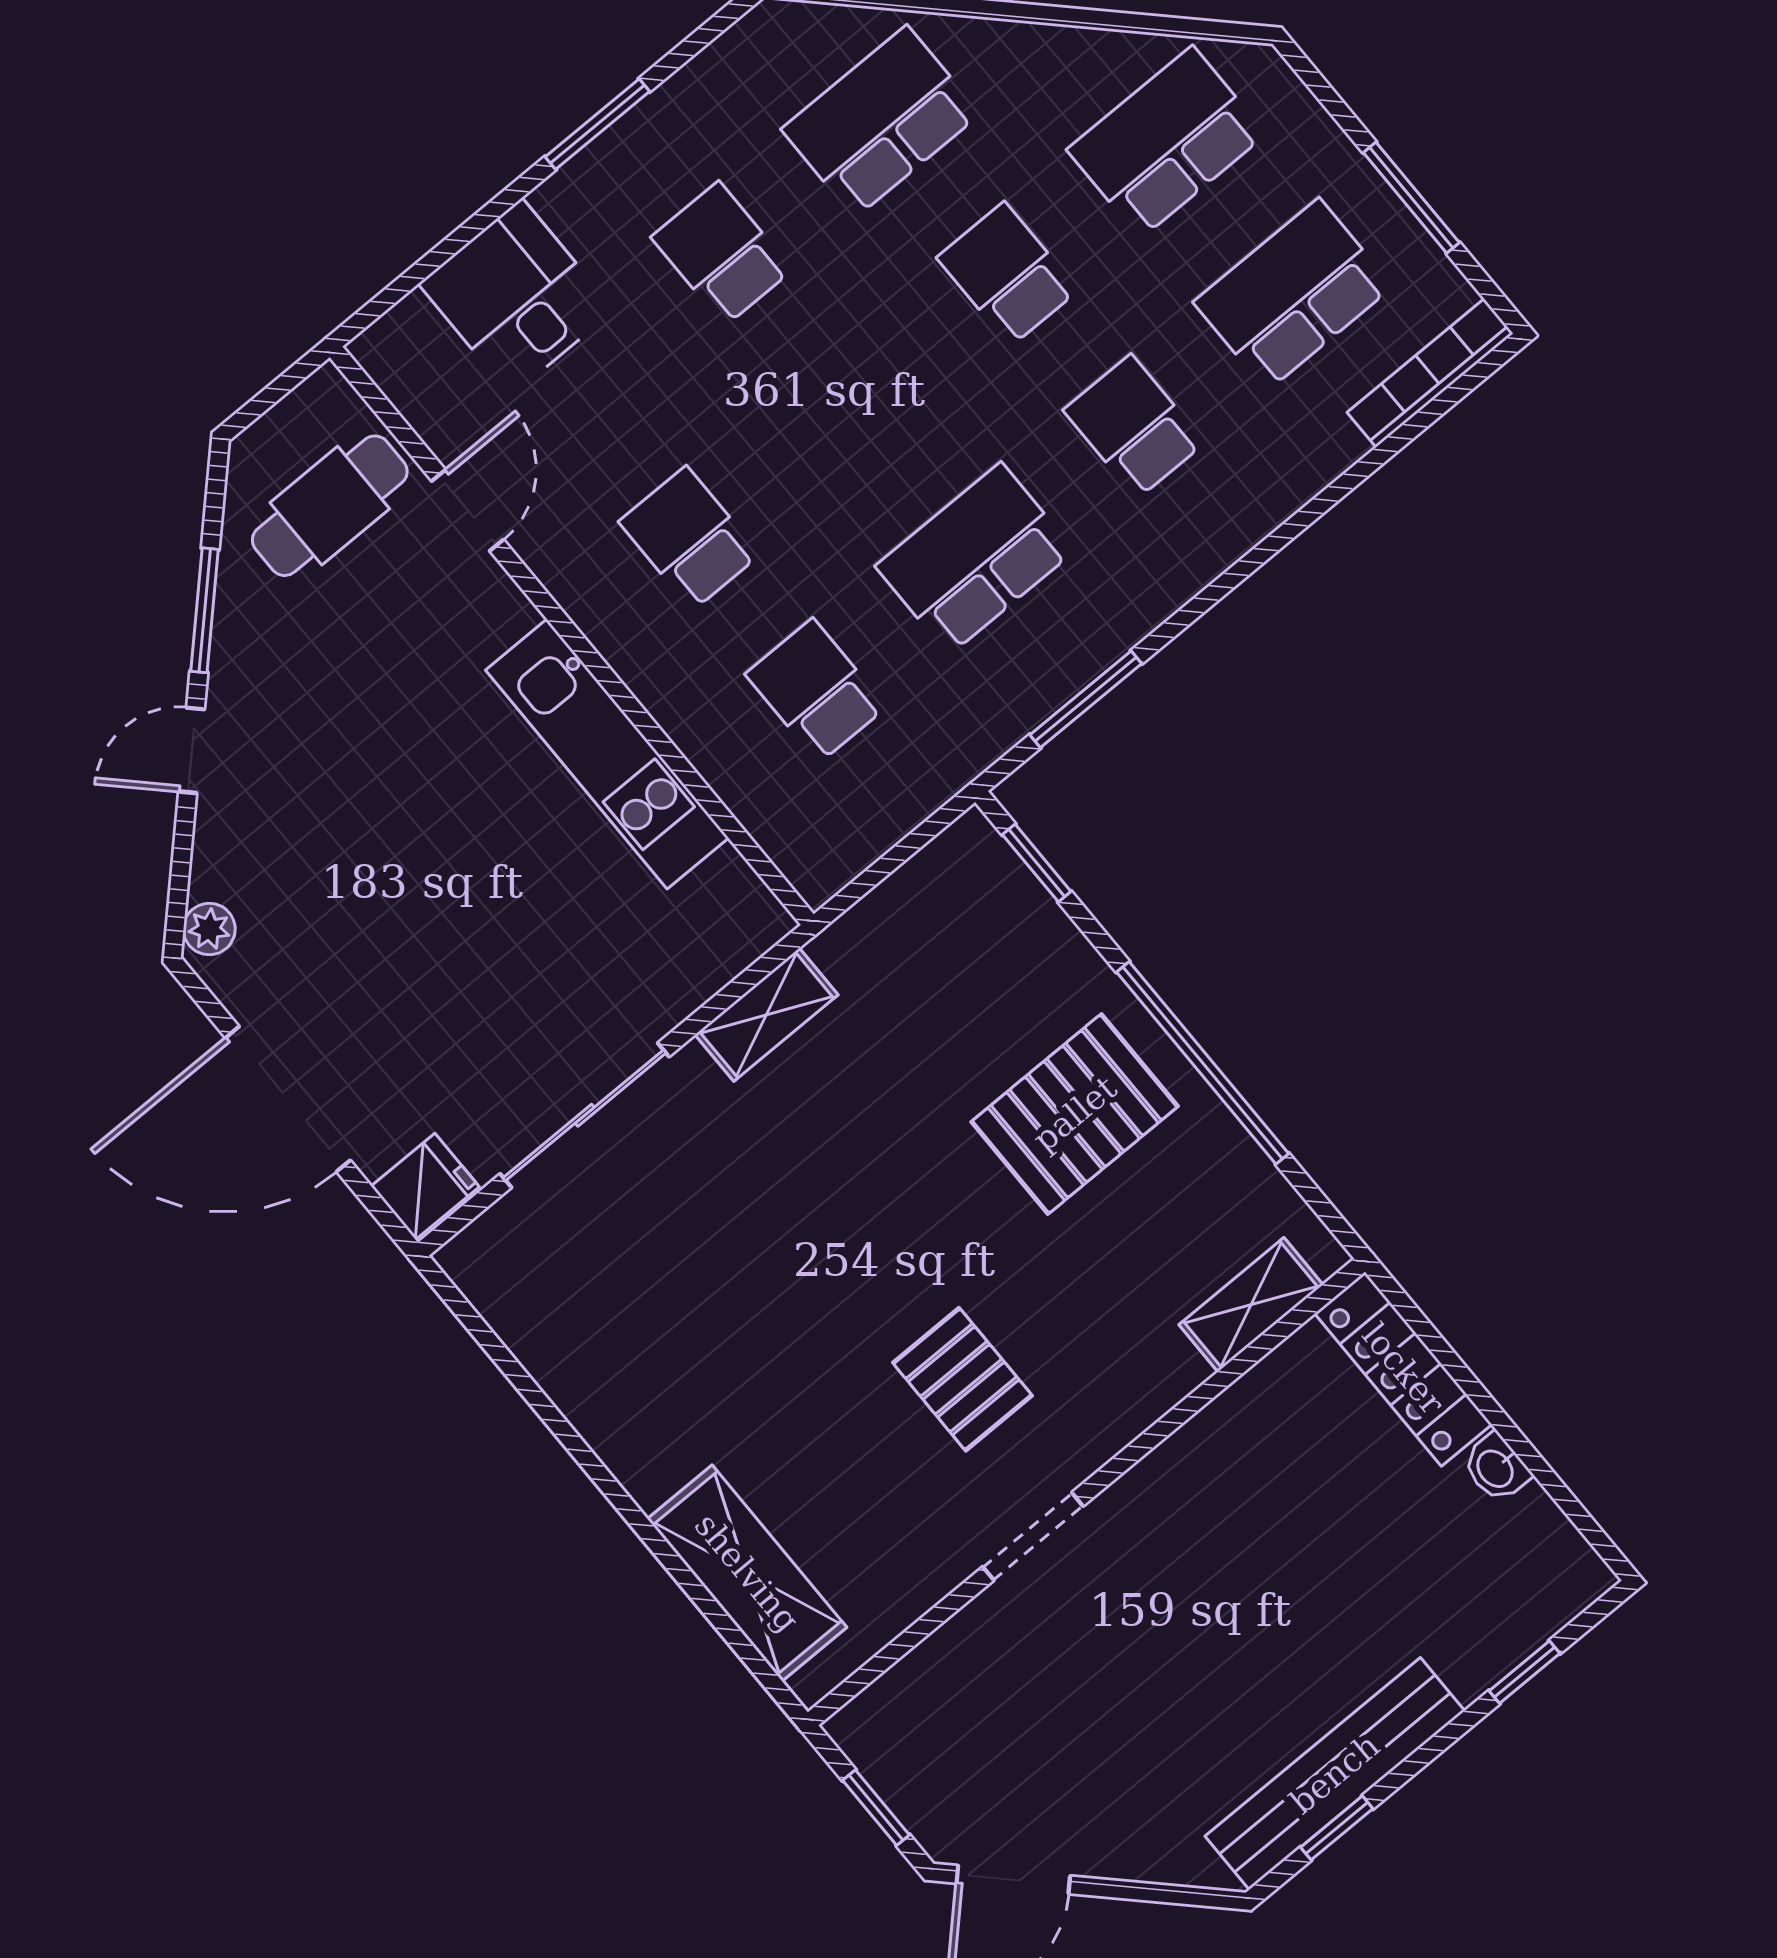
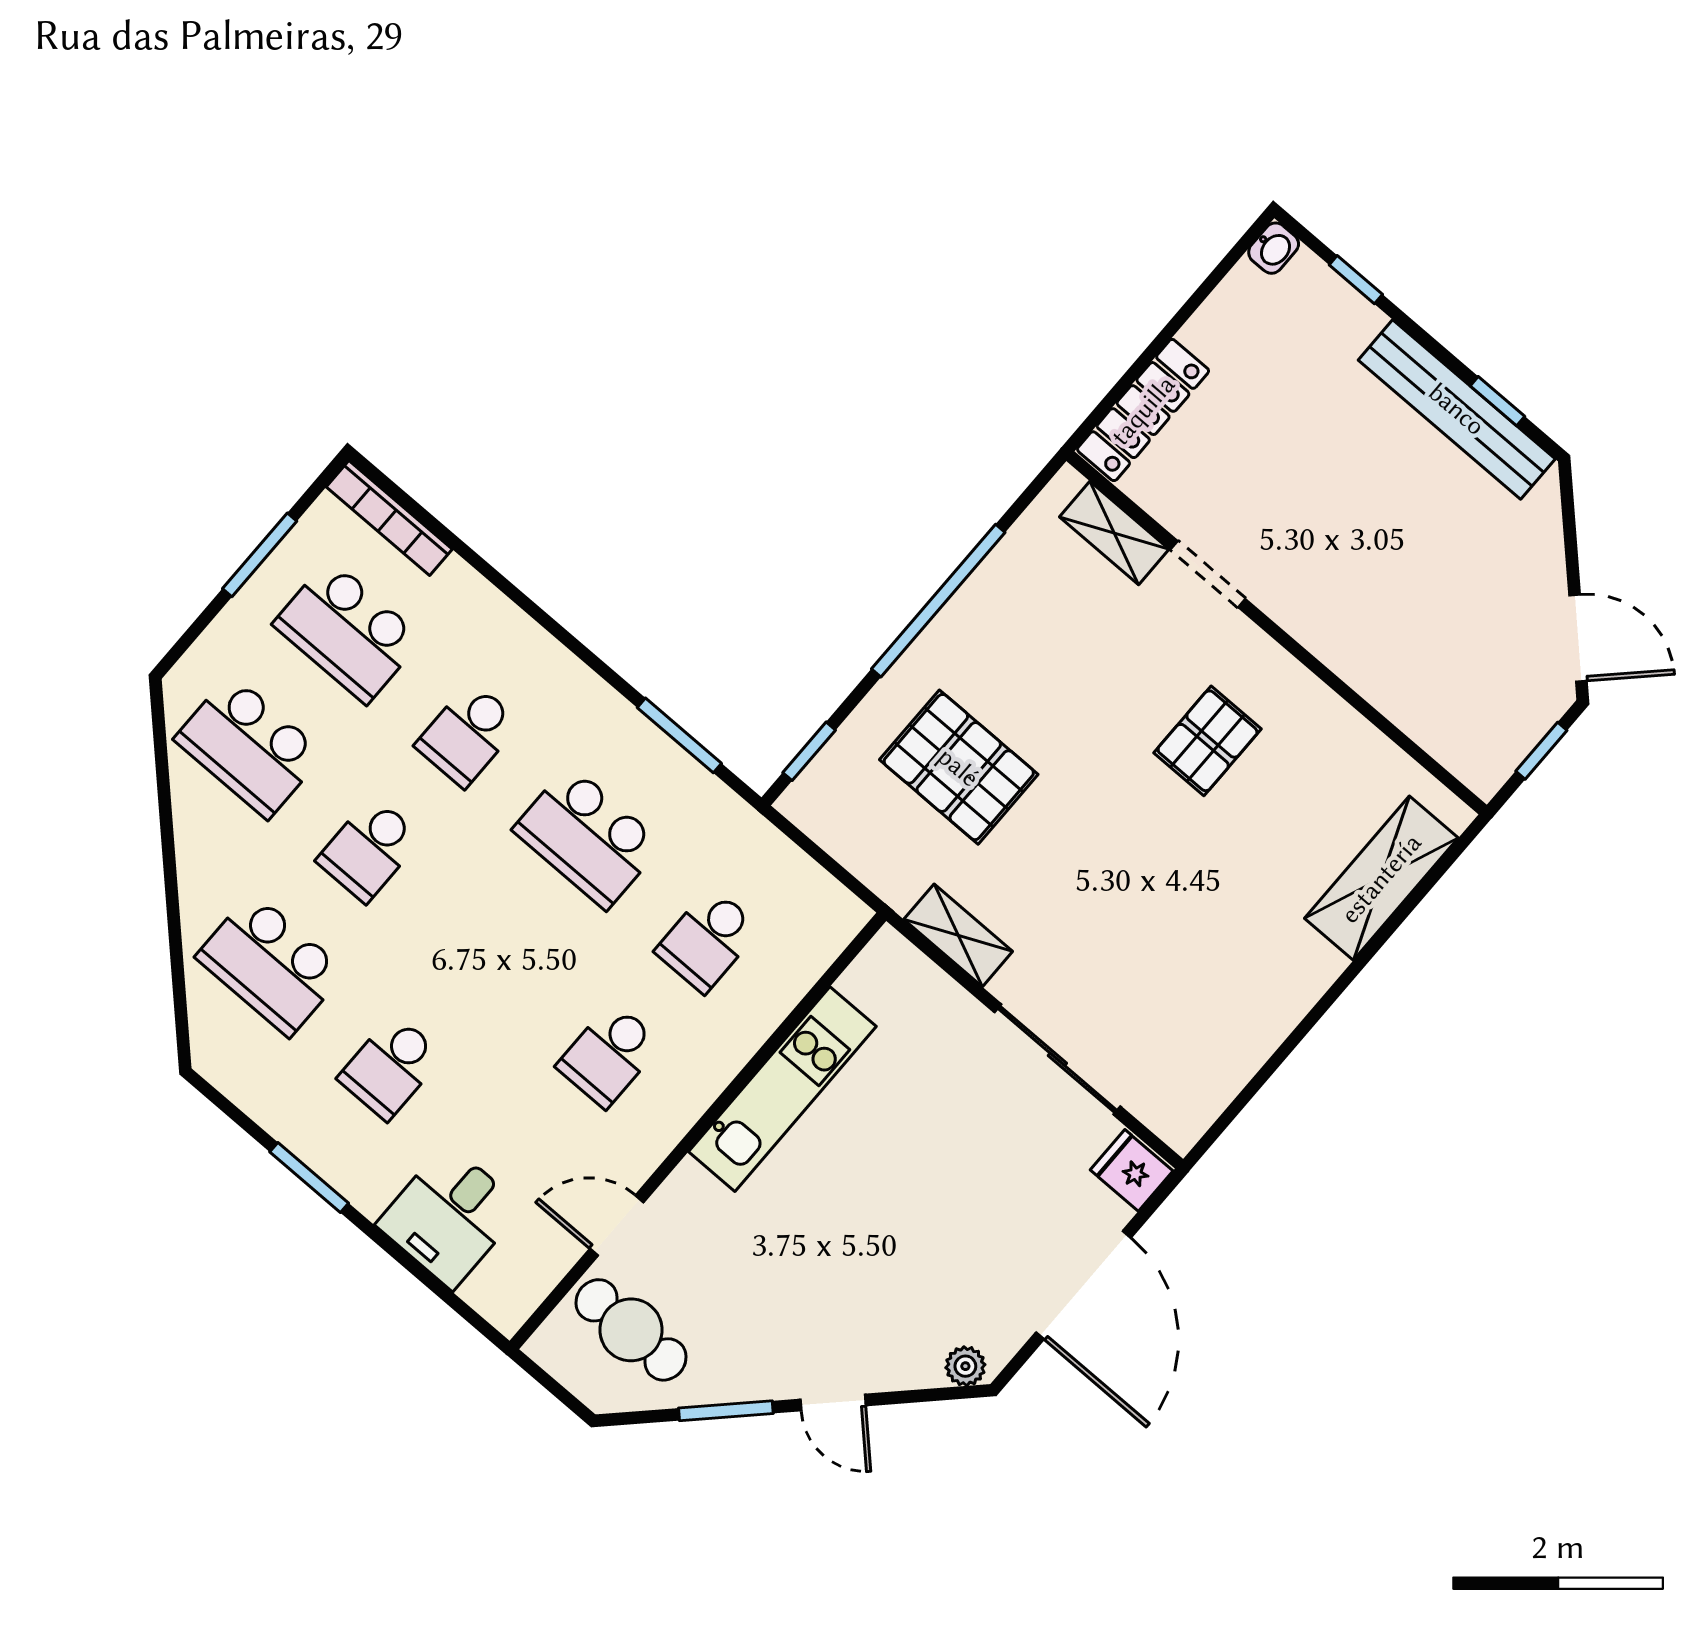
pallet: (1075, 1114) -> (959, 767), moved
washbasin: (1496, 1468) -> (1274, 248), moved
doorway: (1033, 1536) -> (1208, 574), moved

